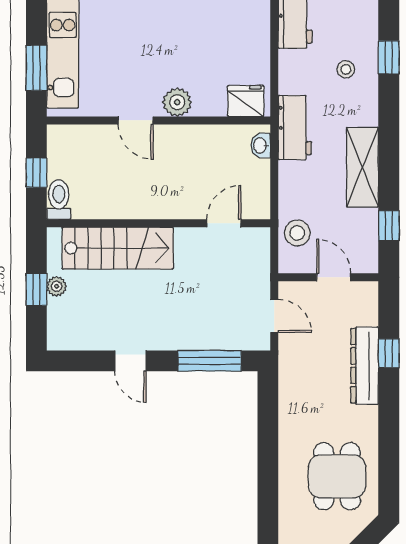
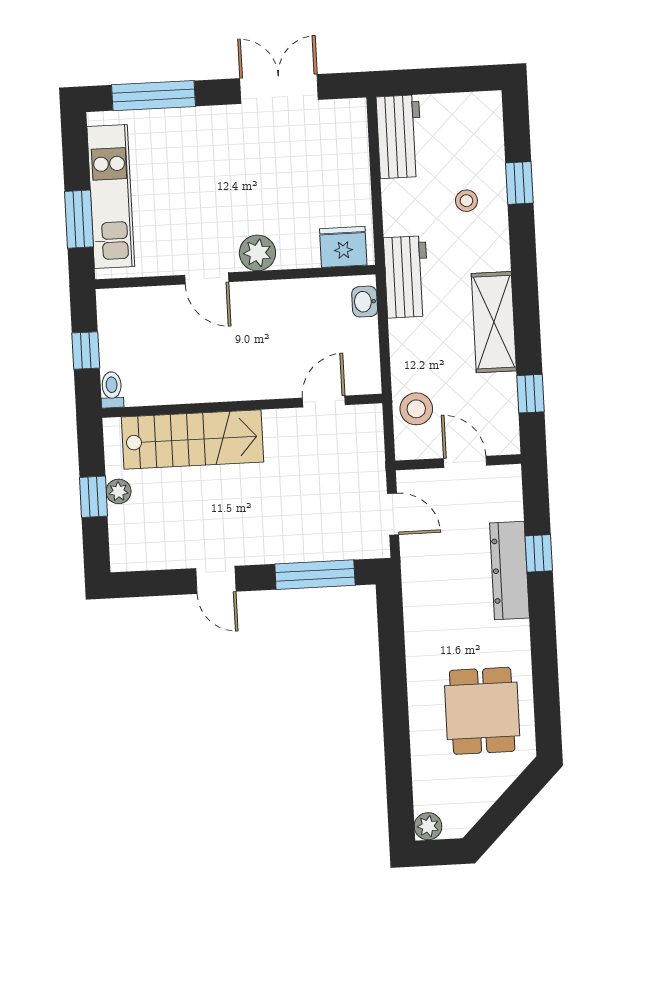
toilet: (59, 200) -> (112, 390), width x0.73, depth x0.72

